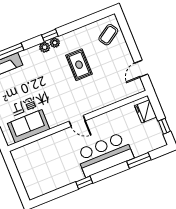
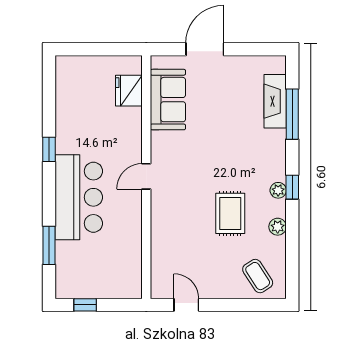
plant: (45, 47) -> (278, 227), moved
rug: (79, 65) -> (230, 213), turned 90
fridge: (146, 111) -> (129, 91), moved, turned -90

